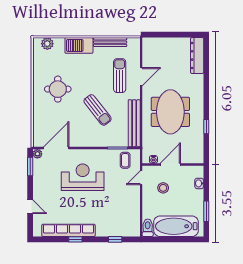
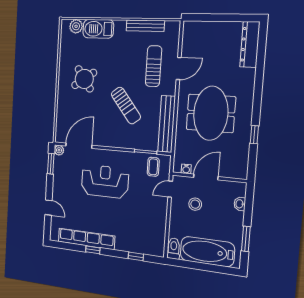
barbecue: (79, 45) -> (98, 29), moved
round table: (58, 89) -> (84, 79), turned -35

